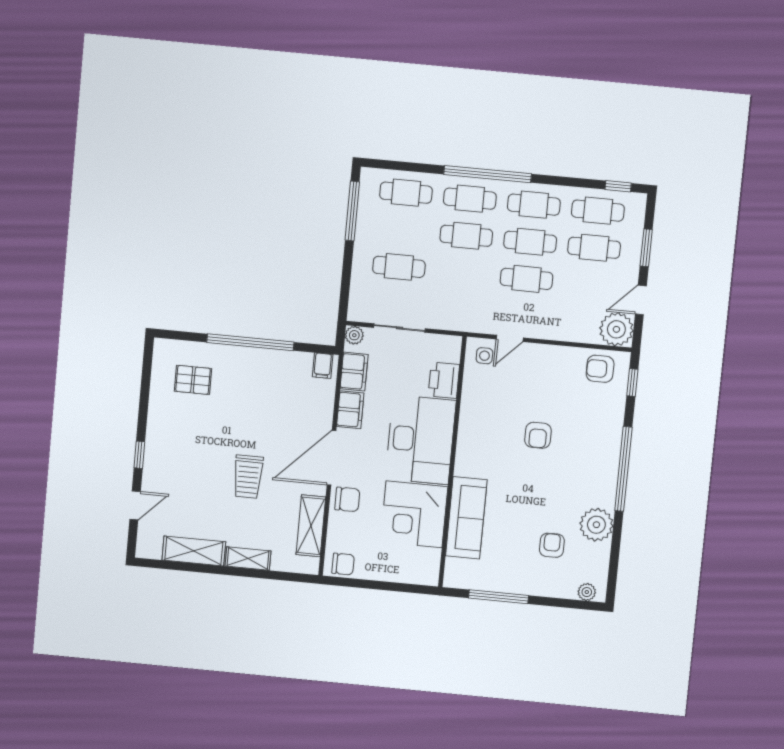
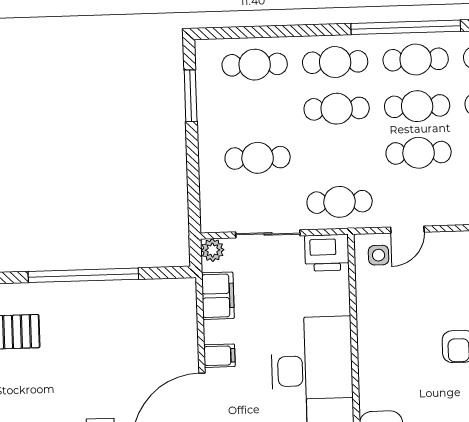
window: (488, 174) -> (406, 27), moved
window: (352, 211) -> (191, 96), width x0.69
cafe table: (459, 310) -> (340, 202), added
filing cabinet: (323, 366) -> (178, 293), removed
printer: (444, 380) -> (327, 253), moved, turned -90
filing cabinet: (350, 410) -> (219, 356), width x0.50

